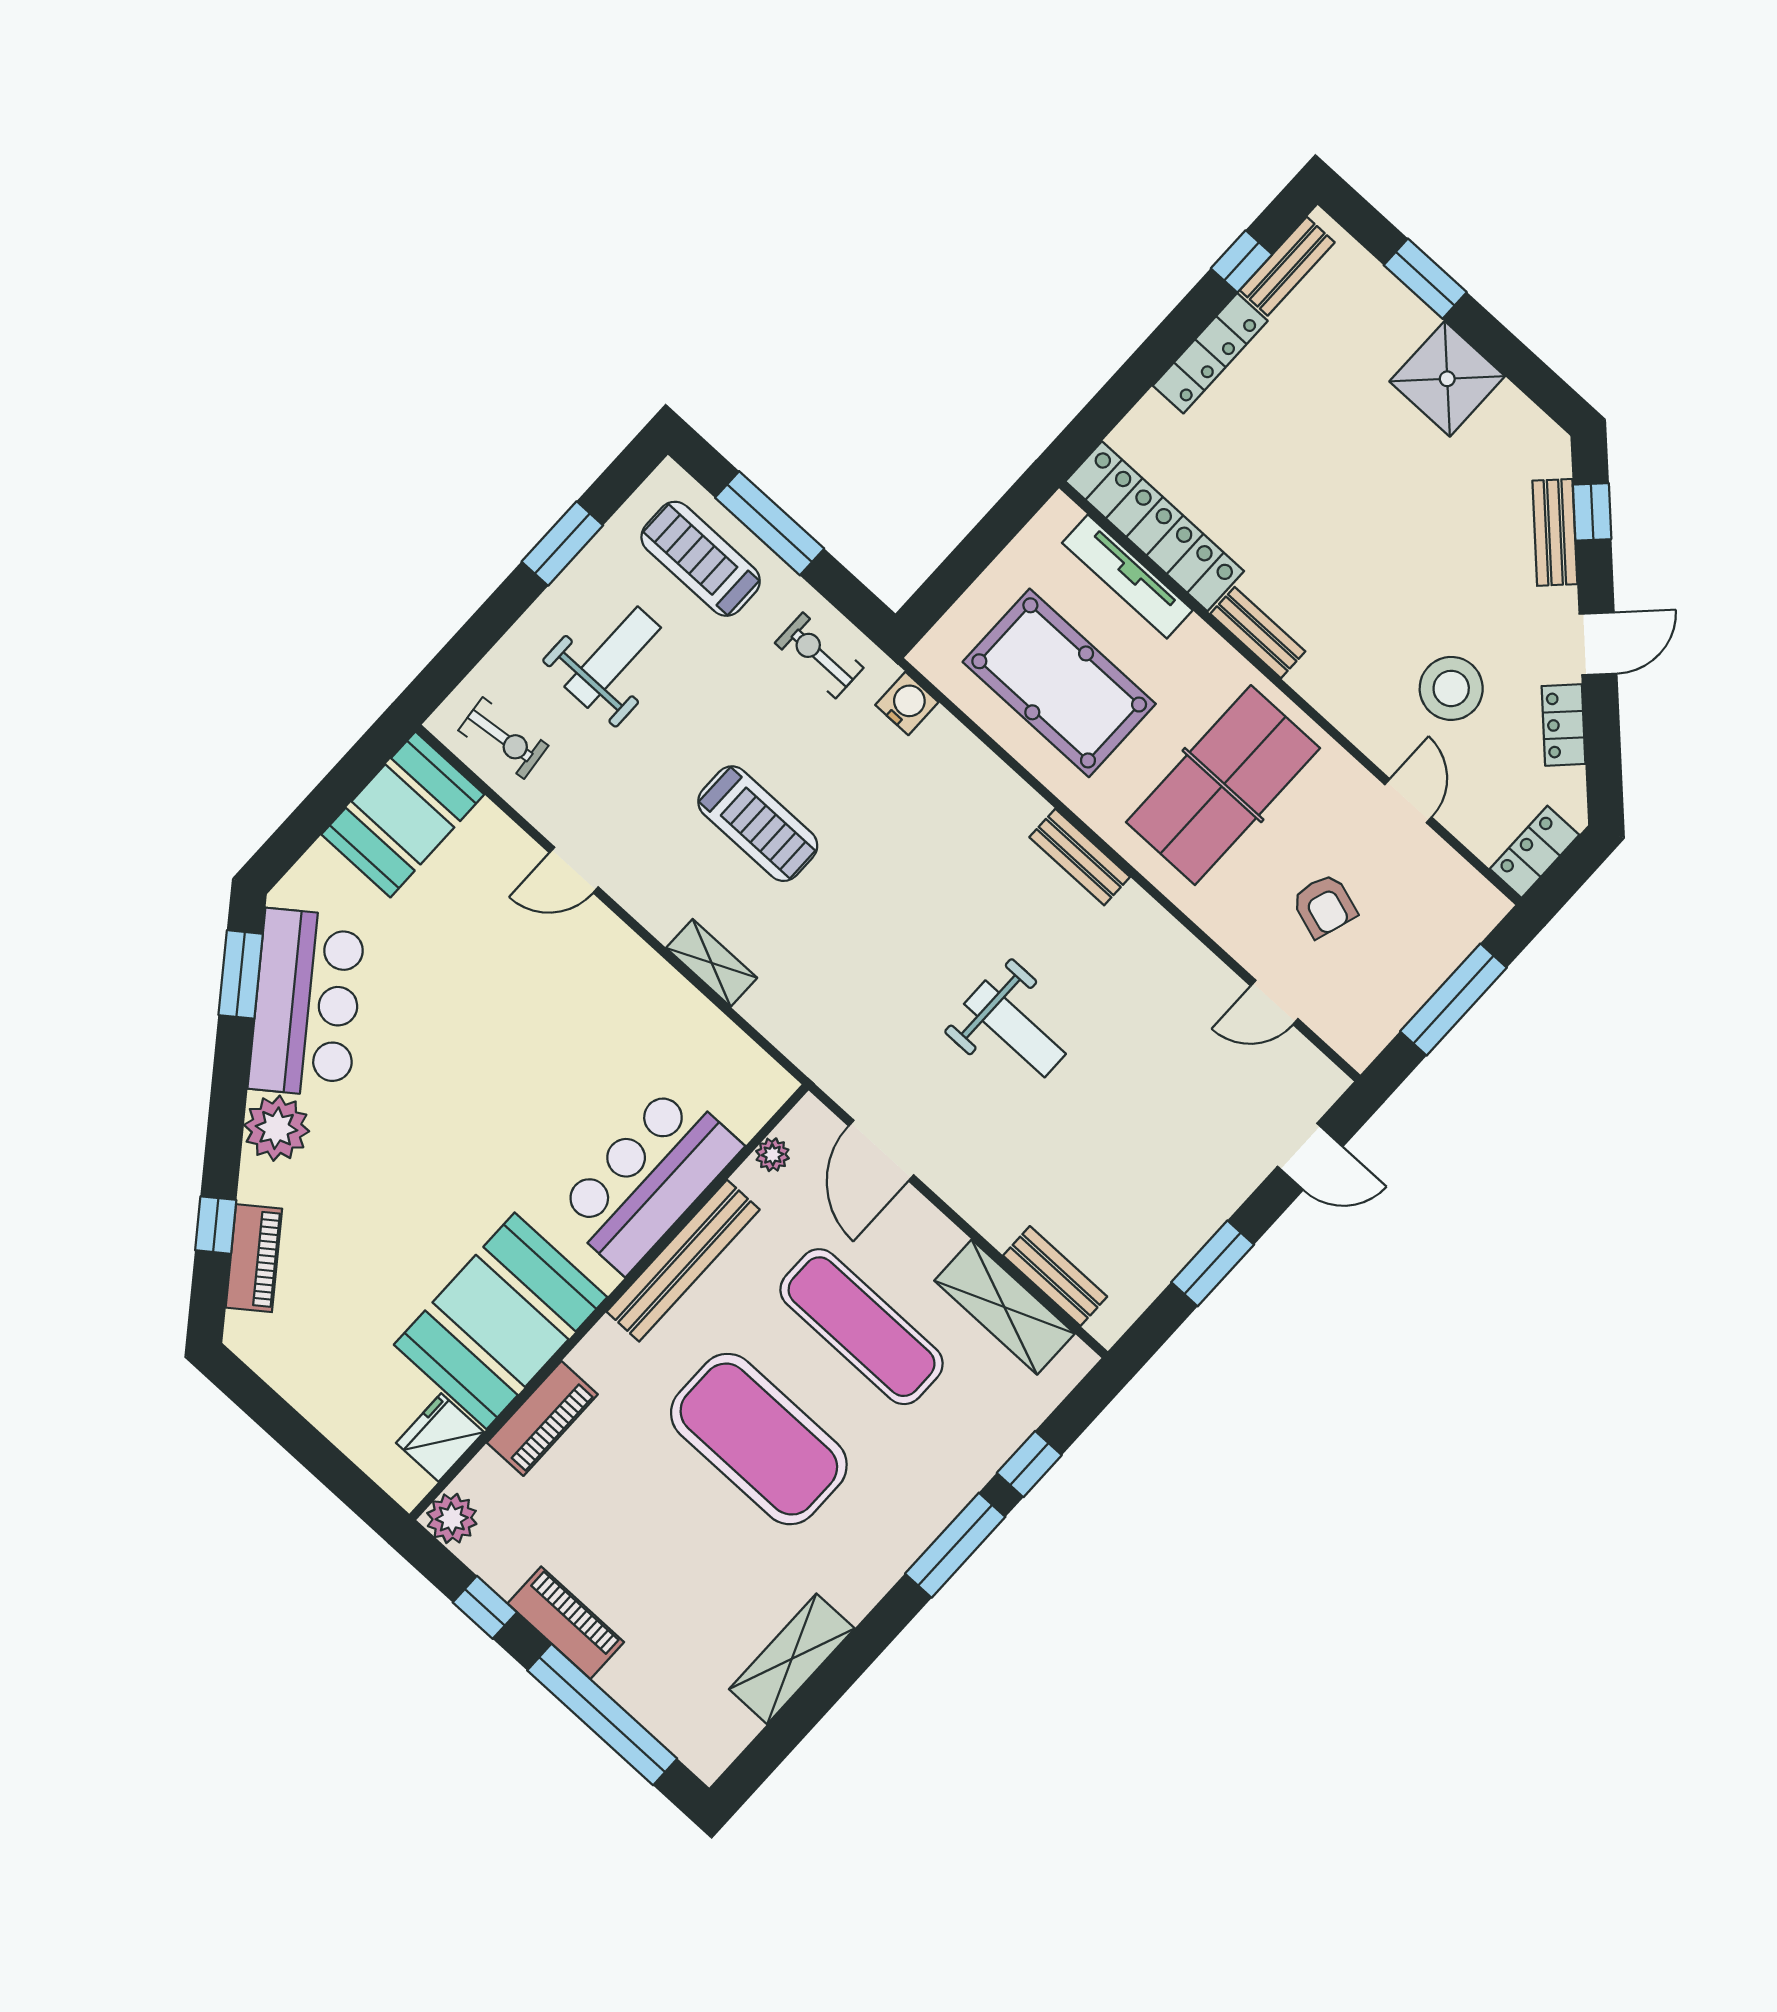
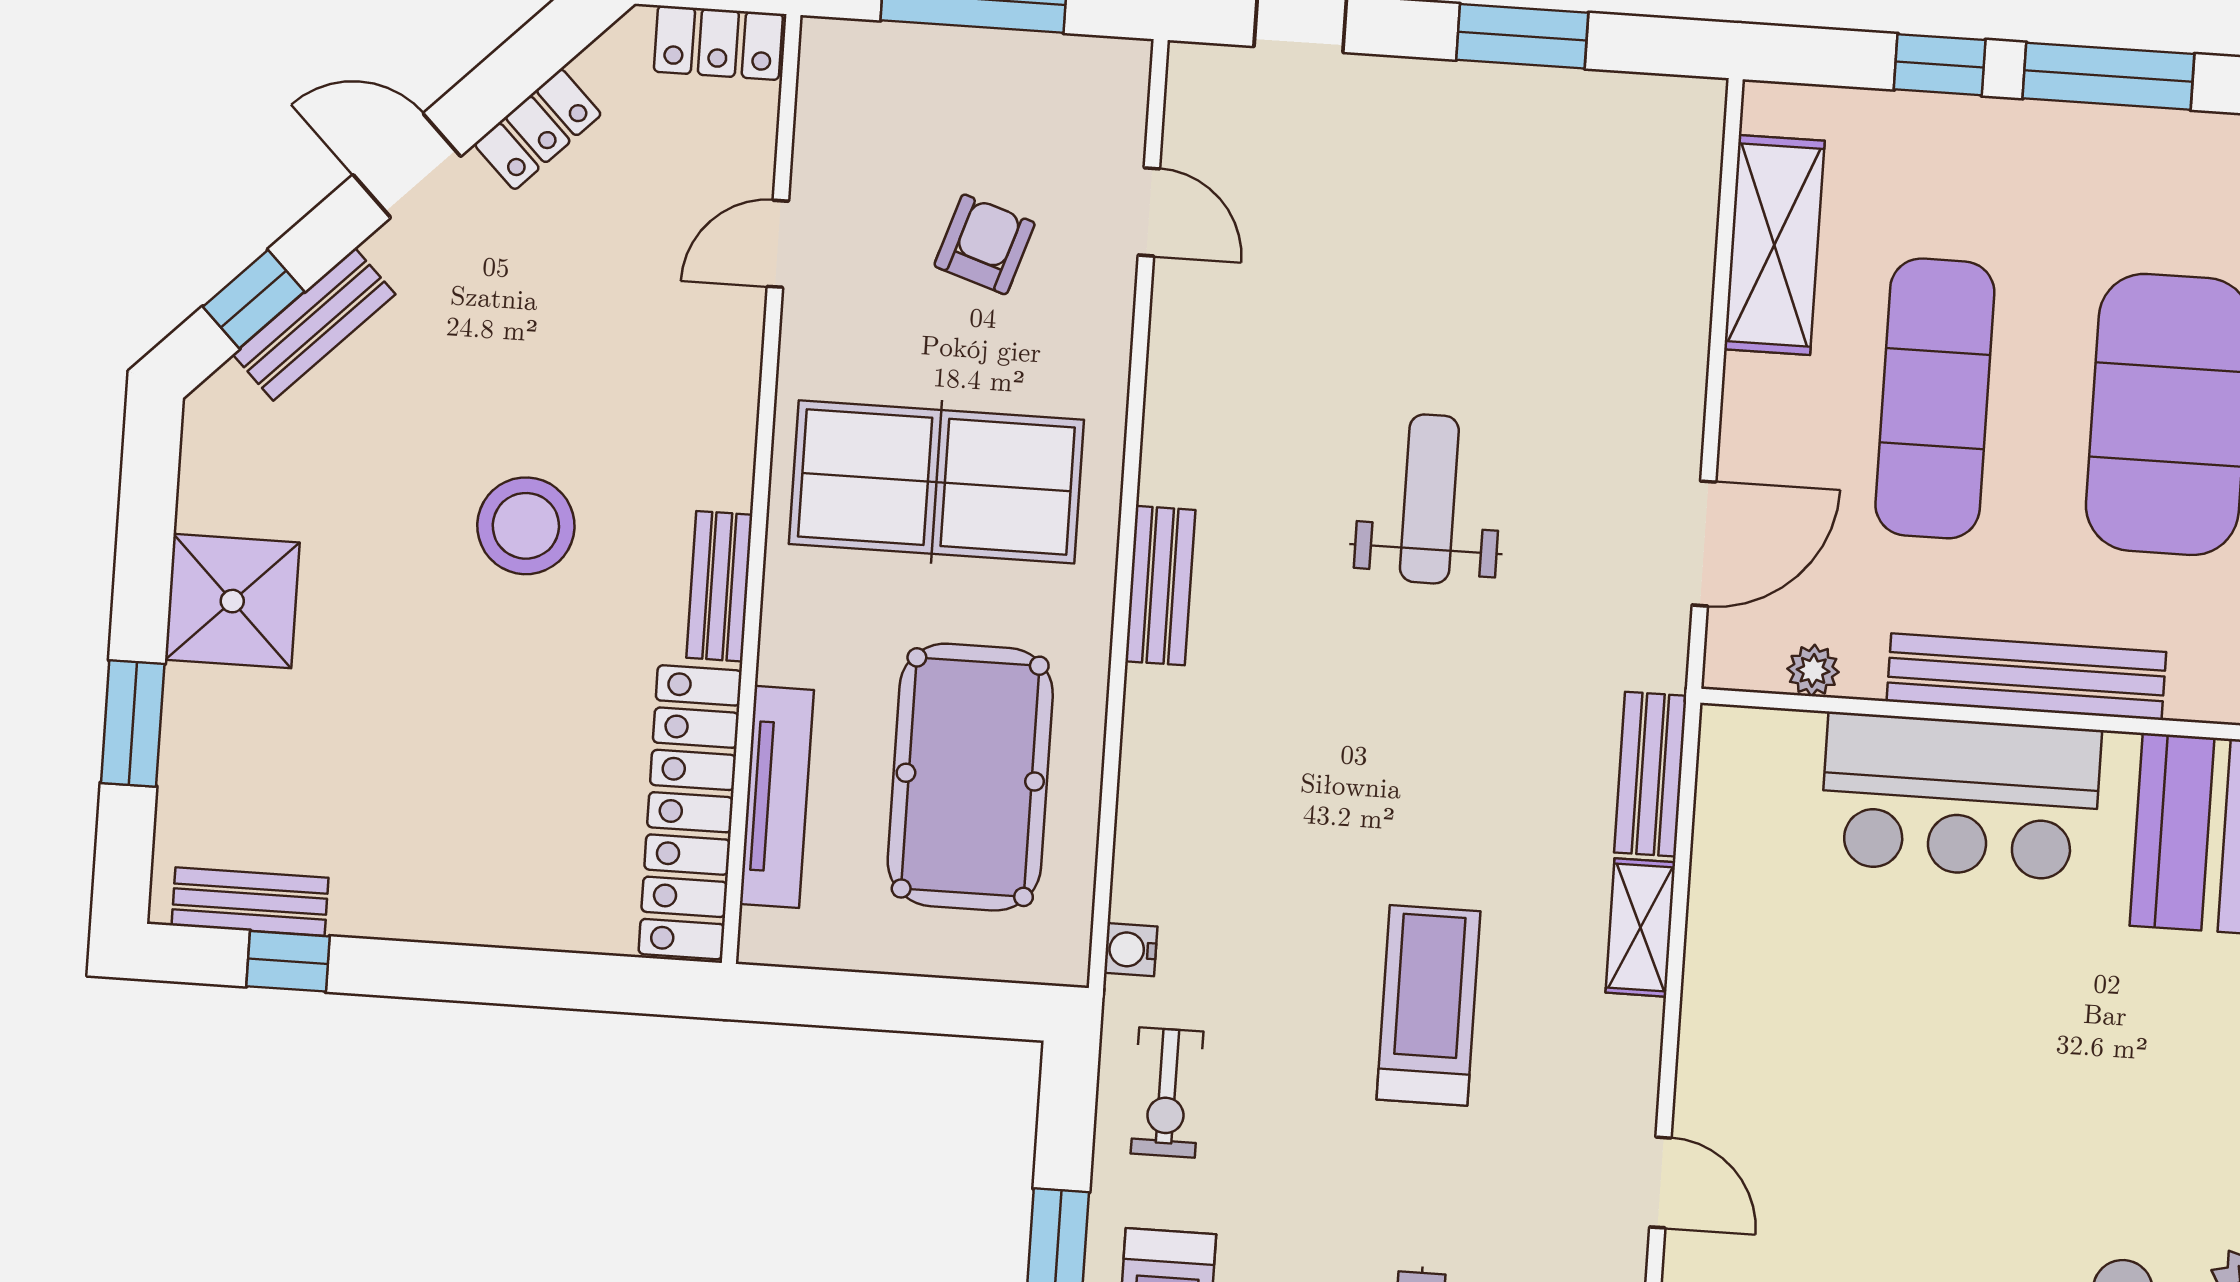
locker: (1210, 353) -> (428, 911), removed
stool: (1451, 688) -> (526, 526), moved
water cooler: (907, 704) -> (1131, 950), width x0.72, depth x0.72
bench: (1055, 1276) -> (1650, 774), moved

